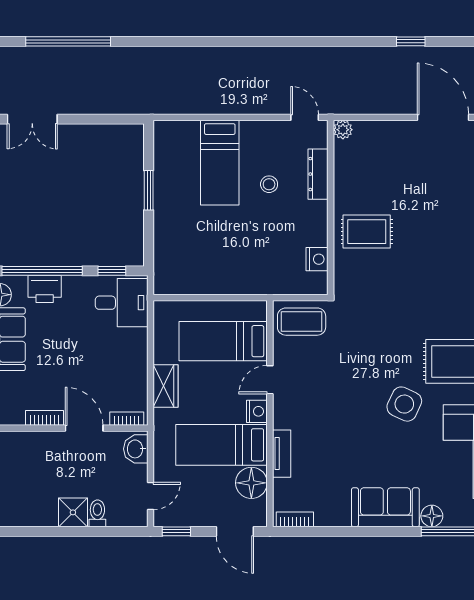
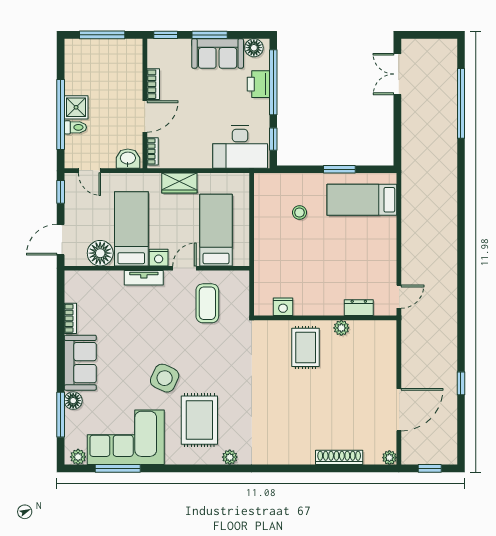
plant: (343, 130) -> (341, 328), moved
bed: (220, 163) -> (362, 200), moved
dresser: (318, 174) -> (359, 308), width x0.70
stool: (269, 184) -> (299, 212), moved
desk: (122, 303) -> (240, 147), width x1.37
coffee table: (302, 322) -> (207, 303), moved
door: (270, 380) -> (184, 268), hinge flipped
tv unit: (282, 454) -> (144, 278), moved
bookcase: (295, 519) -> (70, 318), moved
window: (82, 531) -> (61, 114), added

